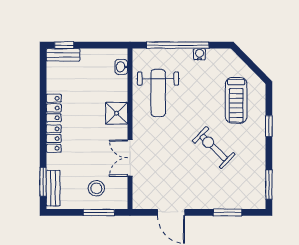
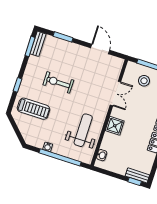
treadmill: (236, 100) -> (34, 109), turned 90
exercise bike: (214, 148) -> (58, 82), turned 136
bench: (259, 192) -> (38, 44), added

